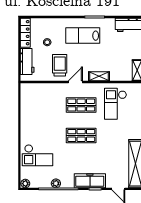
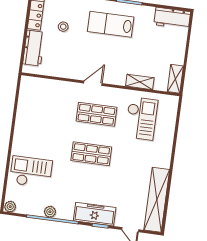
trolley: (60, 65) -> (75, 59), removed
shelving: (99, 76) -> (140, 82), moved
checkout: (115, 104) -> (141, 118), turned 180
checkout: (37, 155) -> (31, 172), turned 180

